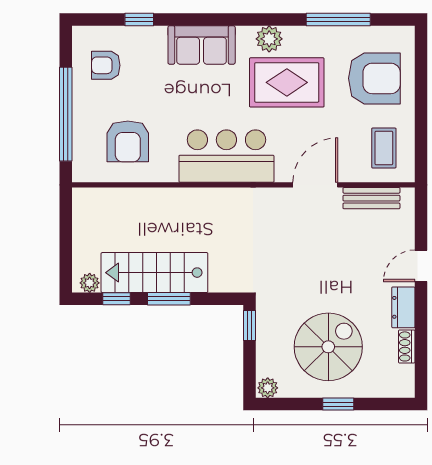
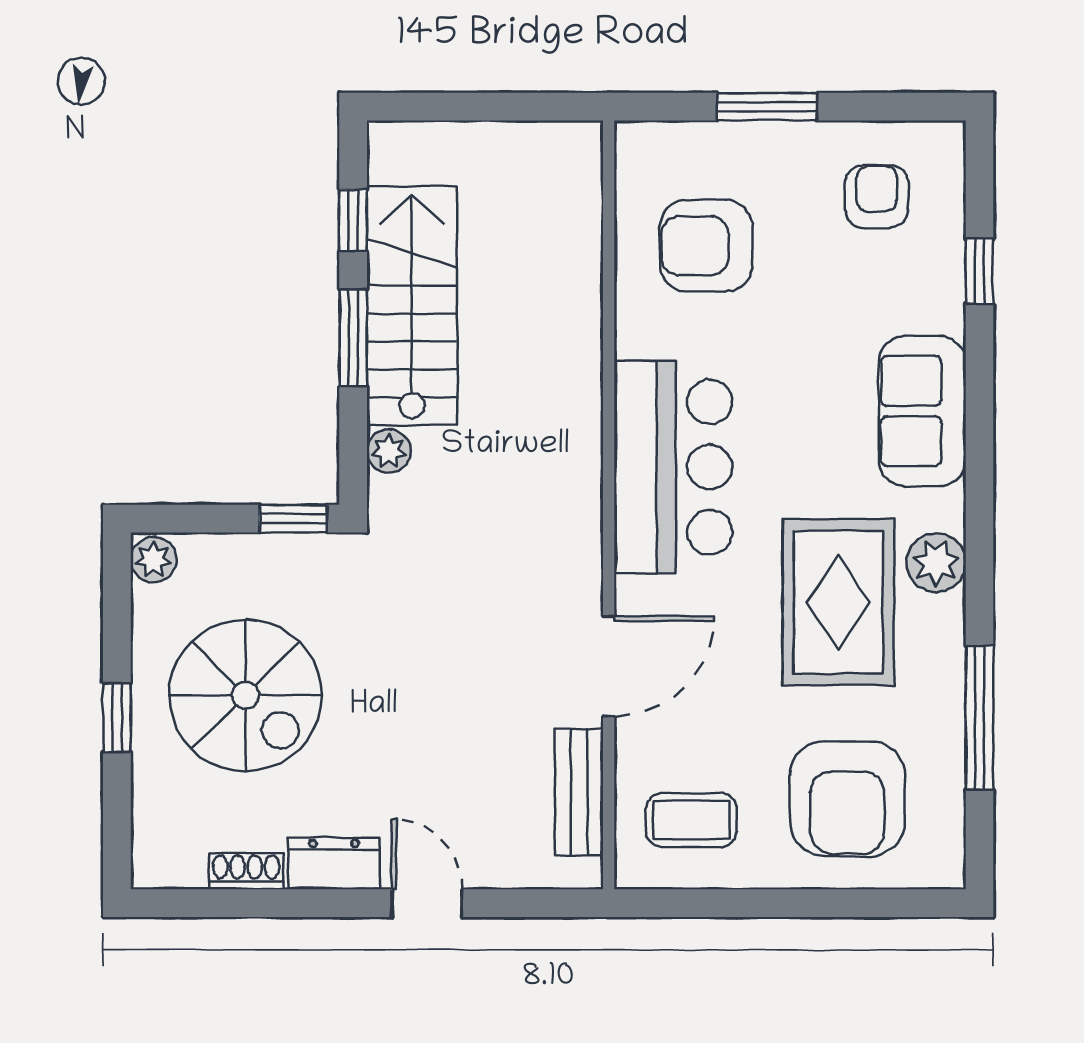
window: (66, 114) -> (767, 107), width x0.47
door: (315, 185) -> (609, 666), hinge flipped
plant: (90, 283) -> (389, 451), moved

